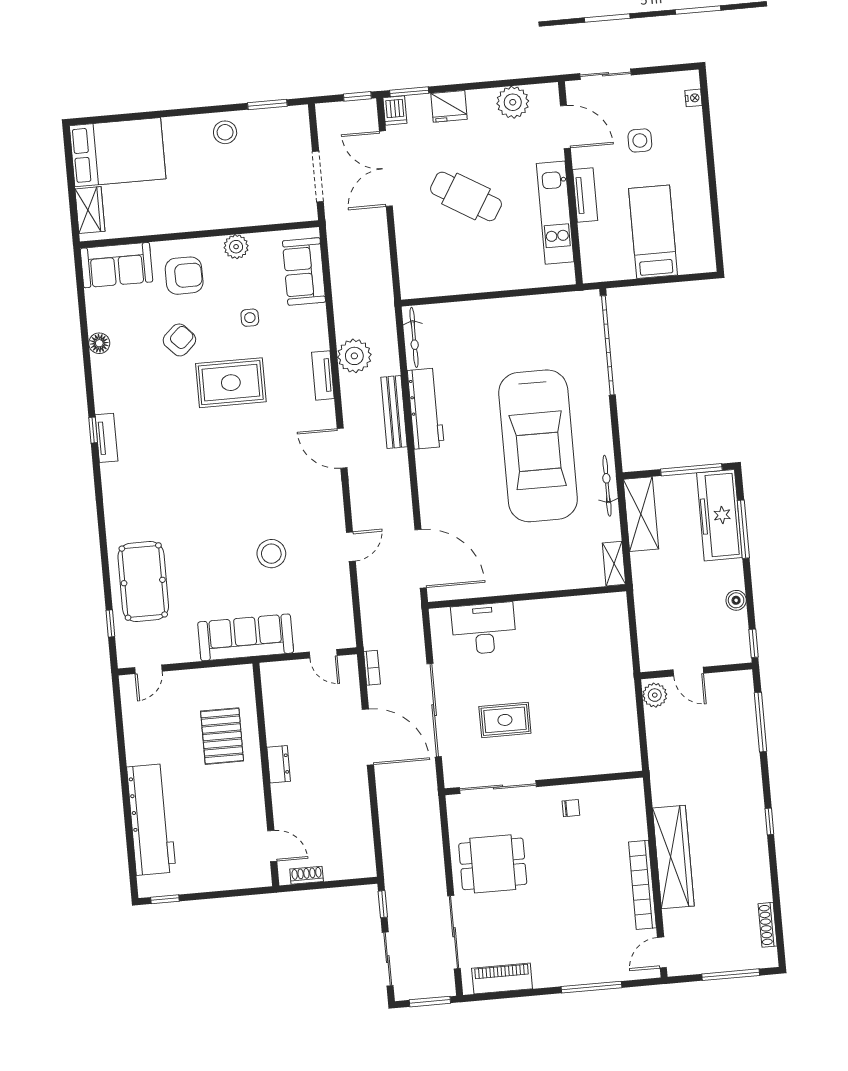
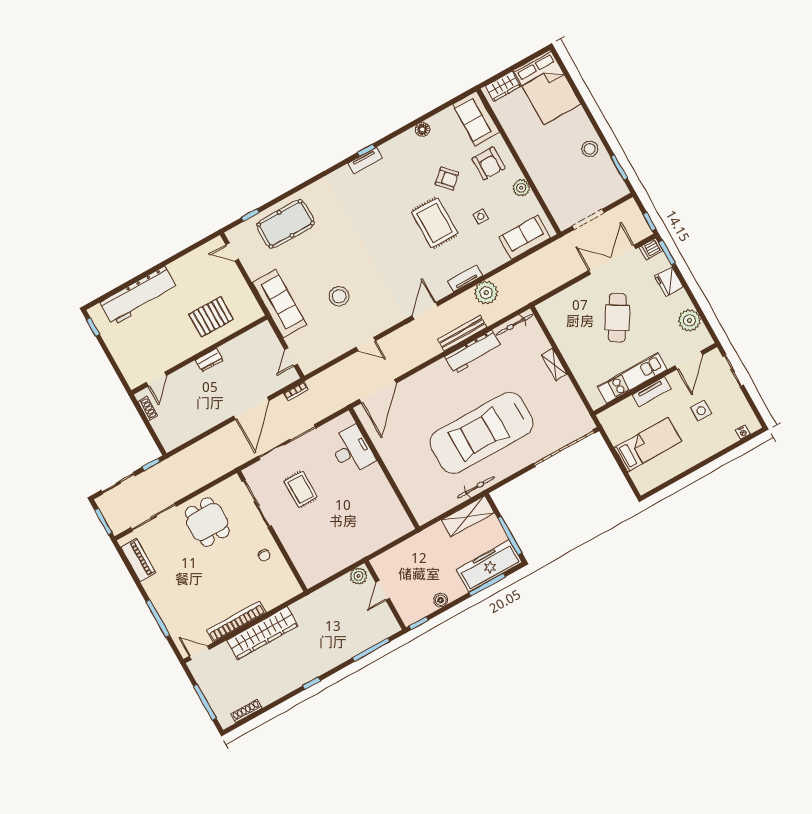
shelving: (614, 564) -> (554, 365), moved, turned 90

